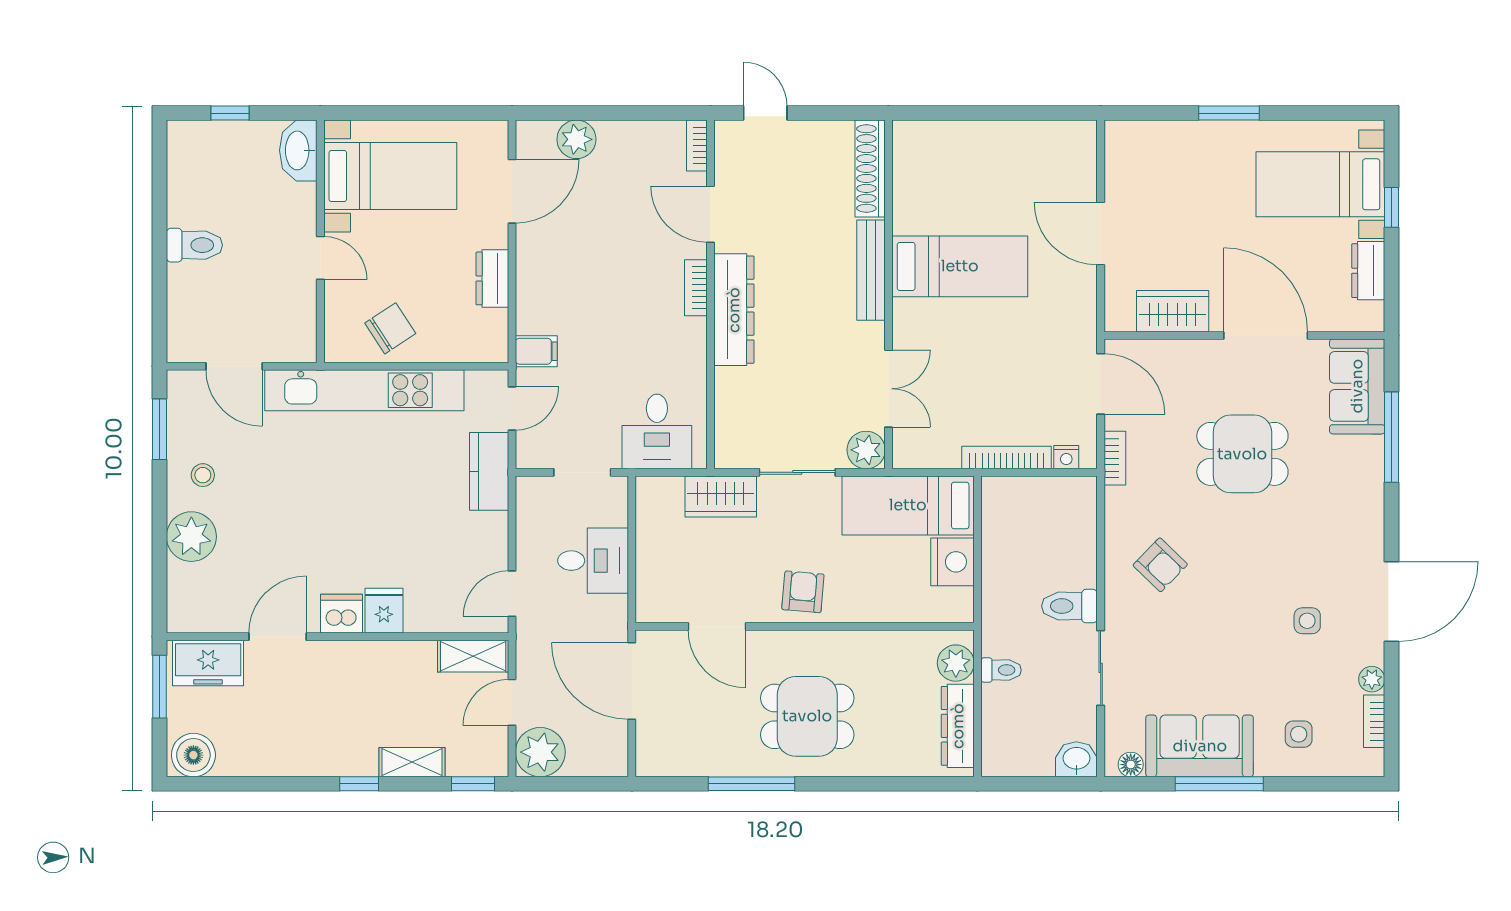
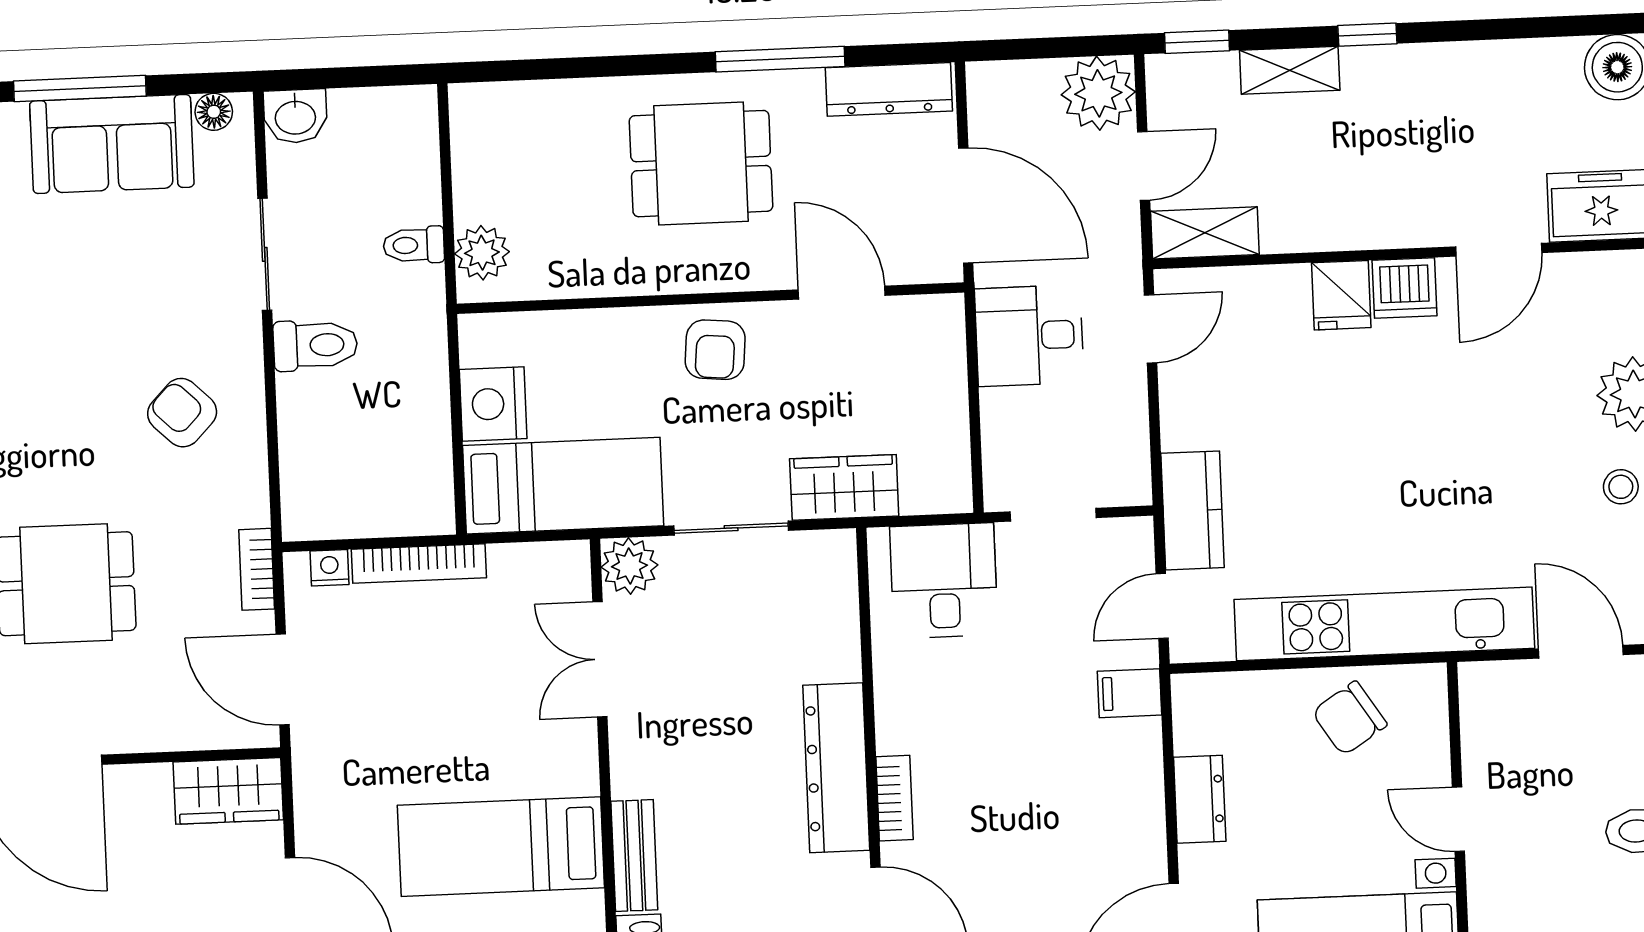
bench: (871, 270) -> (634, 856), width x0.73
wardrobe: (1173, 311) -> (228, 791), moved
desk: (593, 561) -> (1029, 336), moved
dresser: (958, 726) -> (889, 89), moved, turned 90

